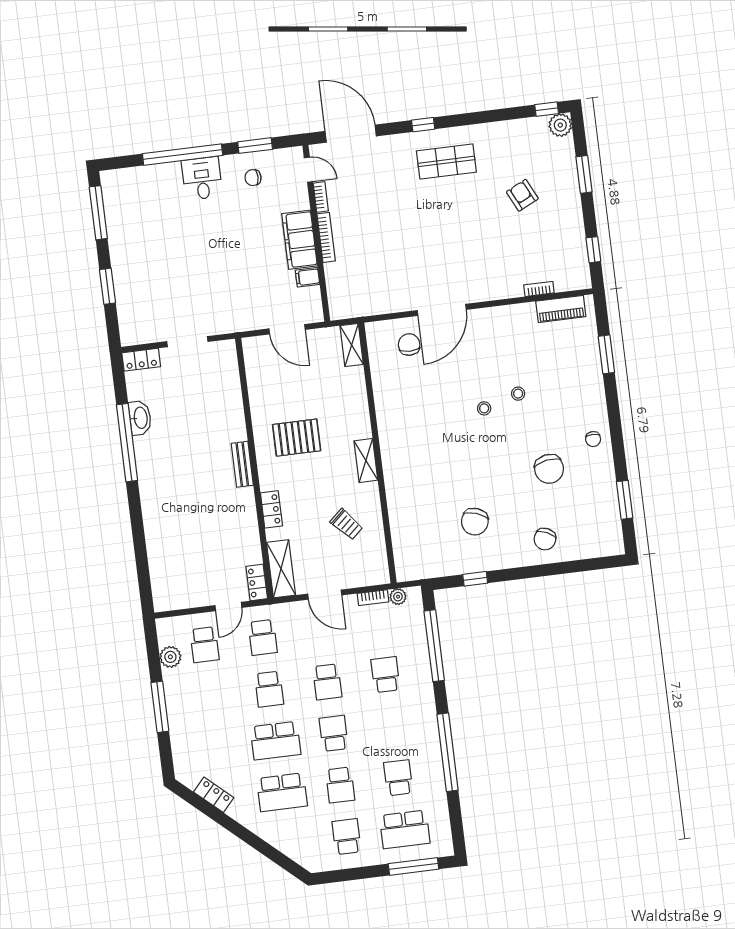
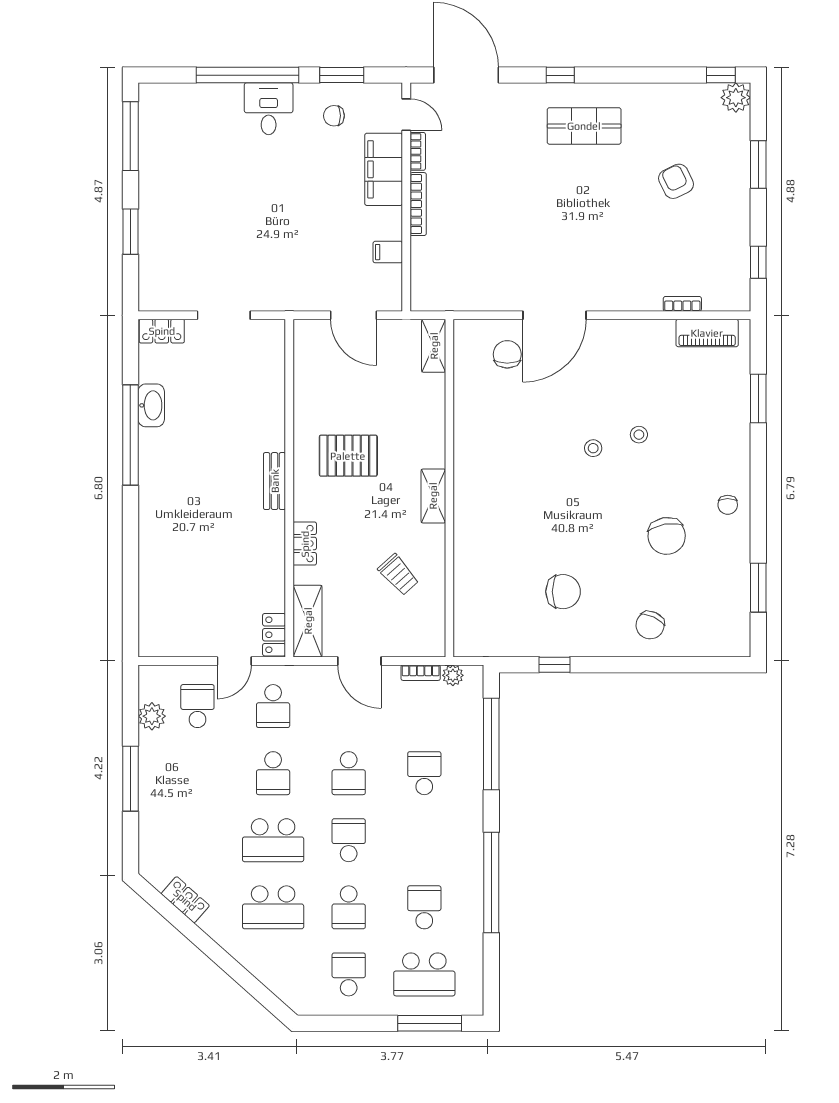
filing cabinet: (299, 240) -> (384, 169), moved
chair: (475, 522) -> (563, 592), turned -110
school desk: (205, 645) -> (197, 706), turned 180

